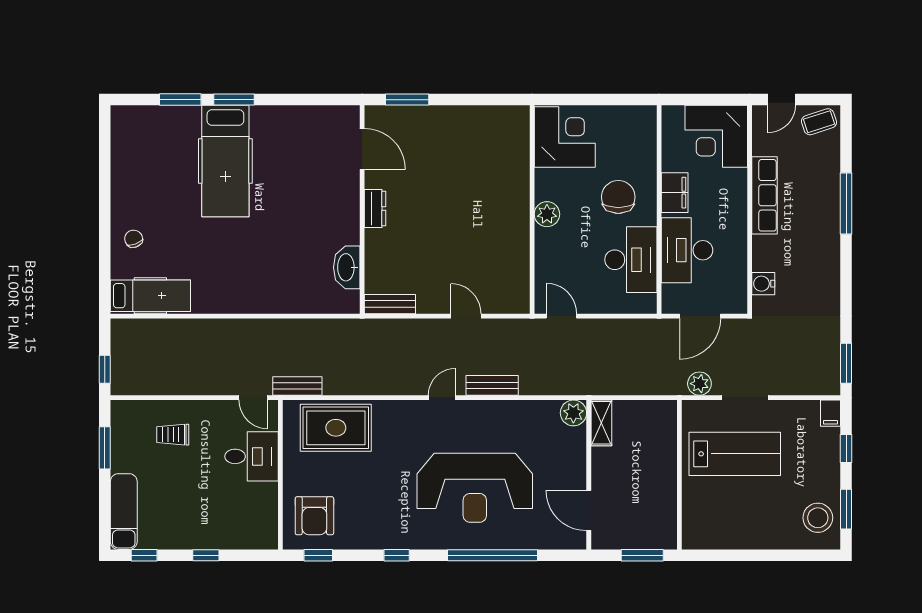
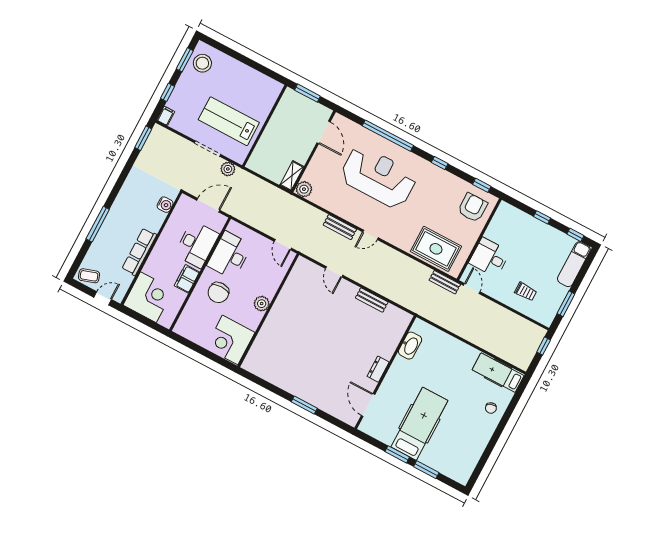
door: (362, 149) -> (368, 405), moved
dresser: (375, 208) -> (378, 369), moved
wall: (362, 209) -> (385, 372), moved
washbasin: (347, 267) -> (410, 346), moved

